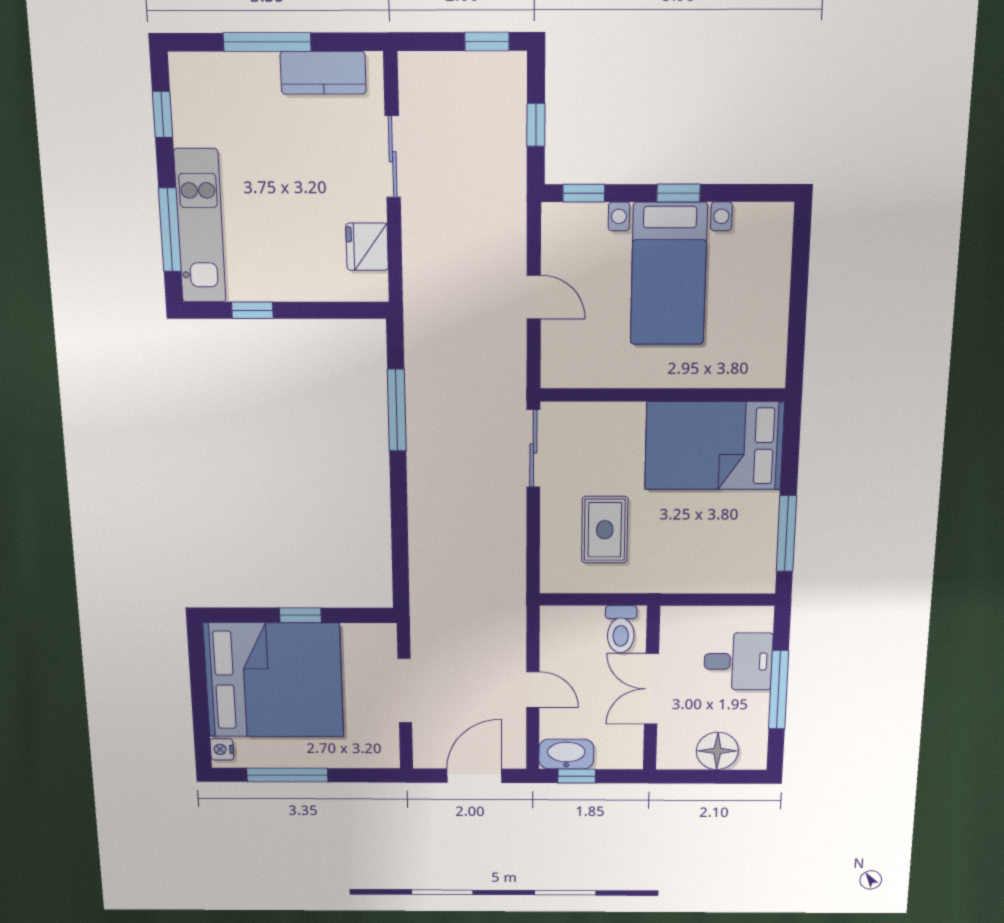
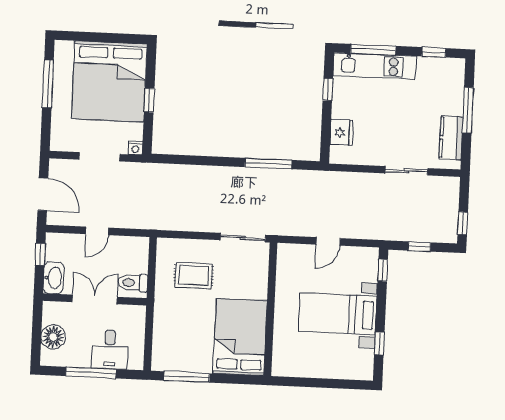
window: (678, 193) -> (379, 344), moved
fridge: (367, 247) -> (341, 132), moved, turned 90
nightstand: (222, 749) -> (135, 148), moved, turned 180
washbasin: (566, 754) -> (53, 278), moved

